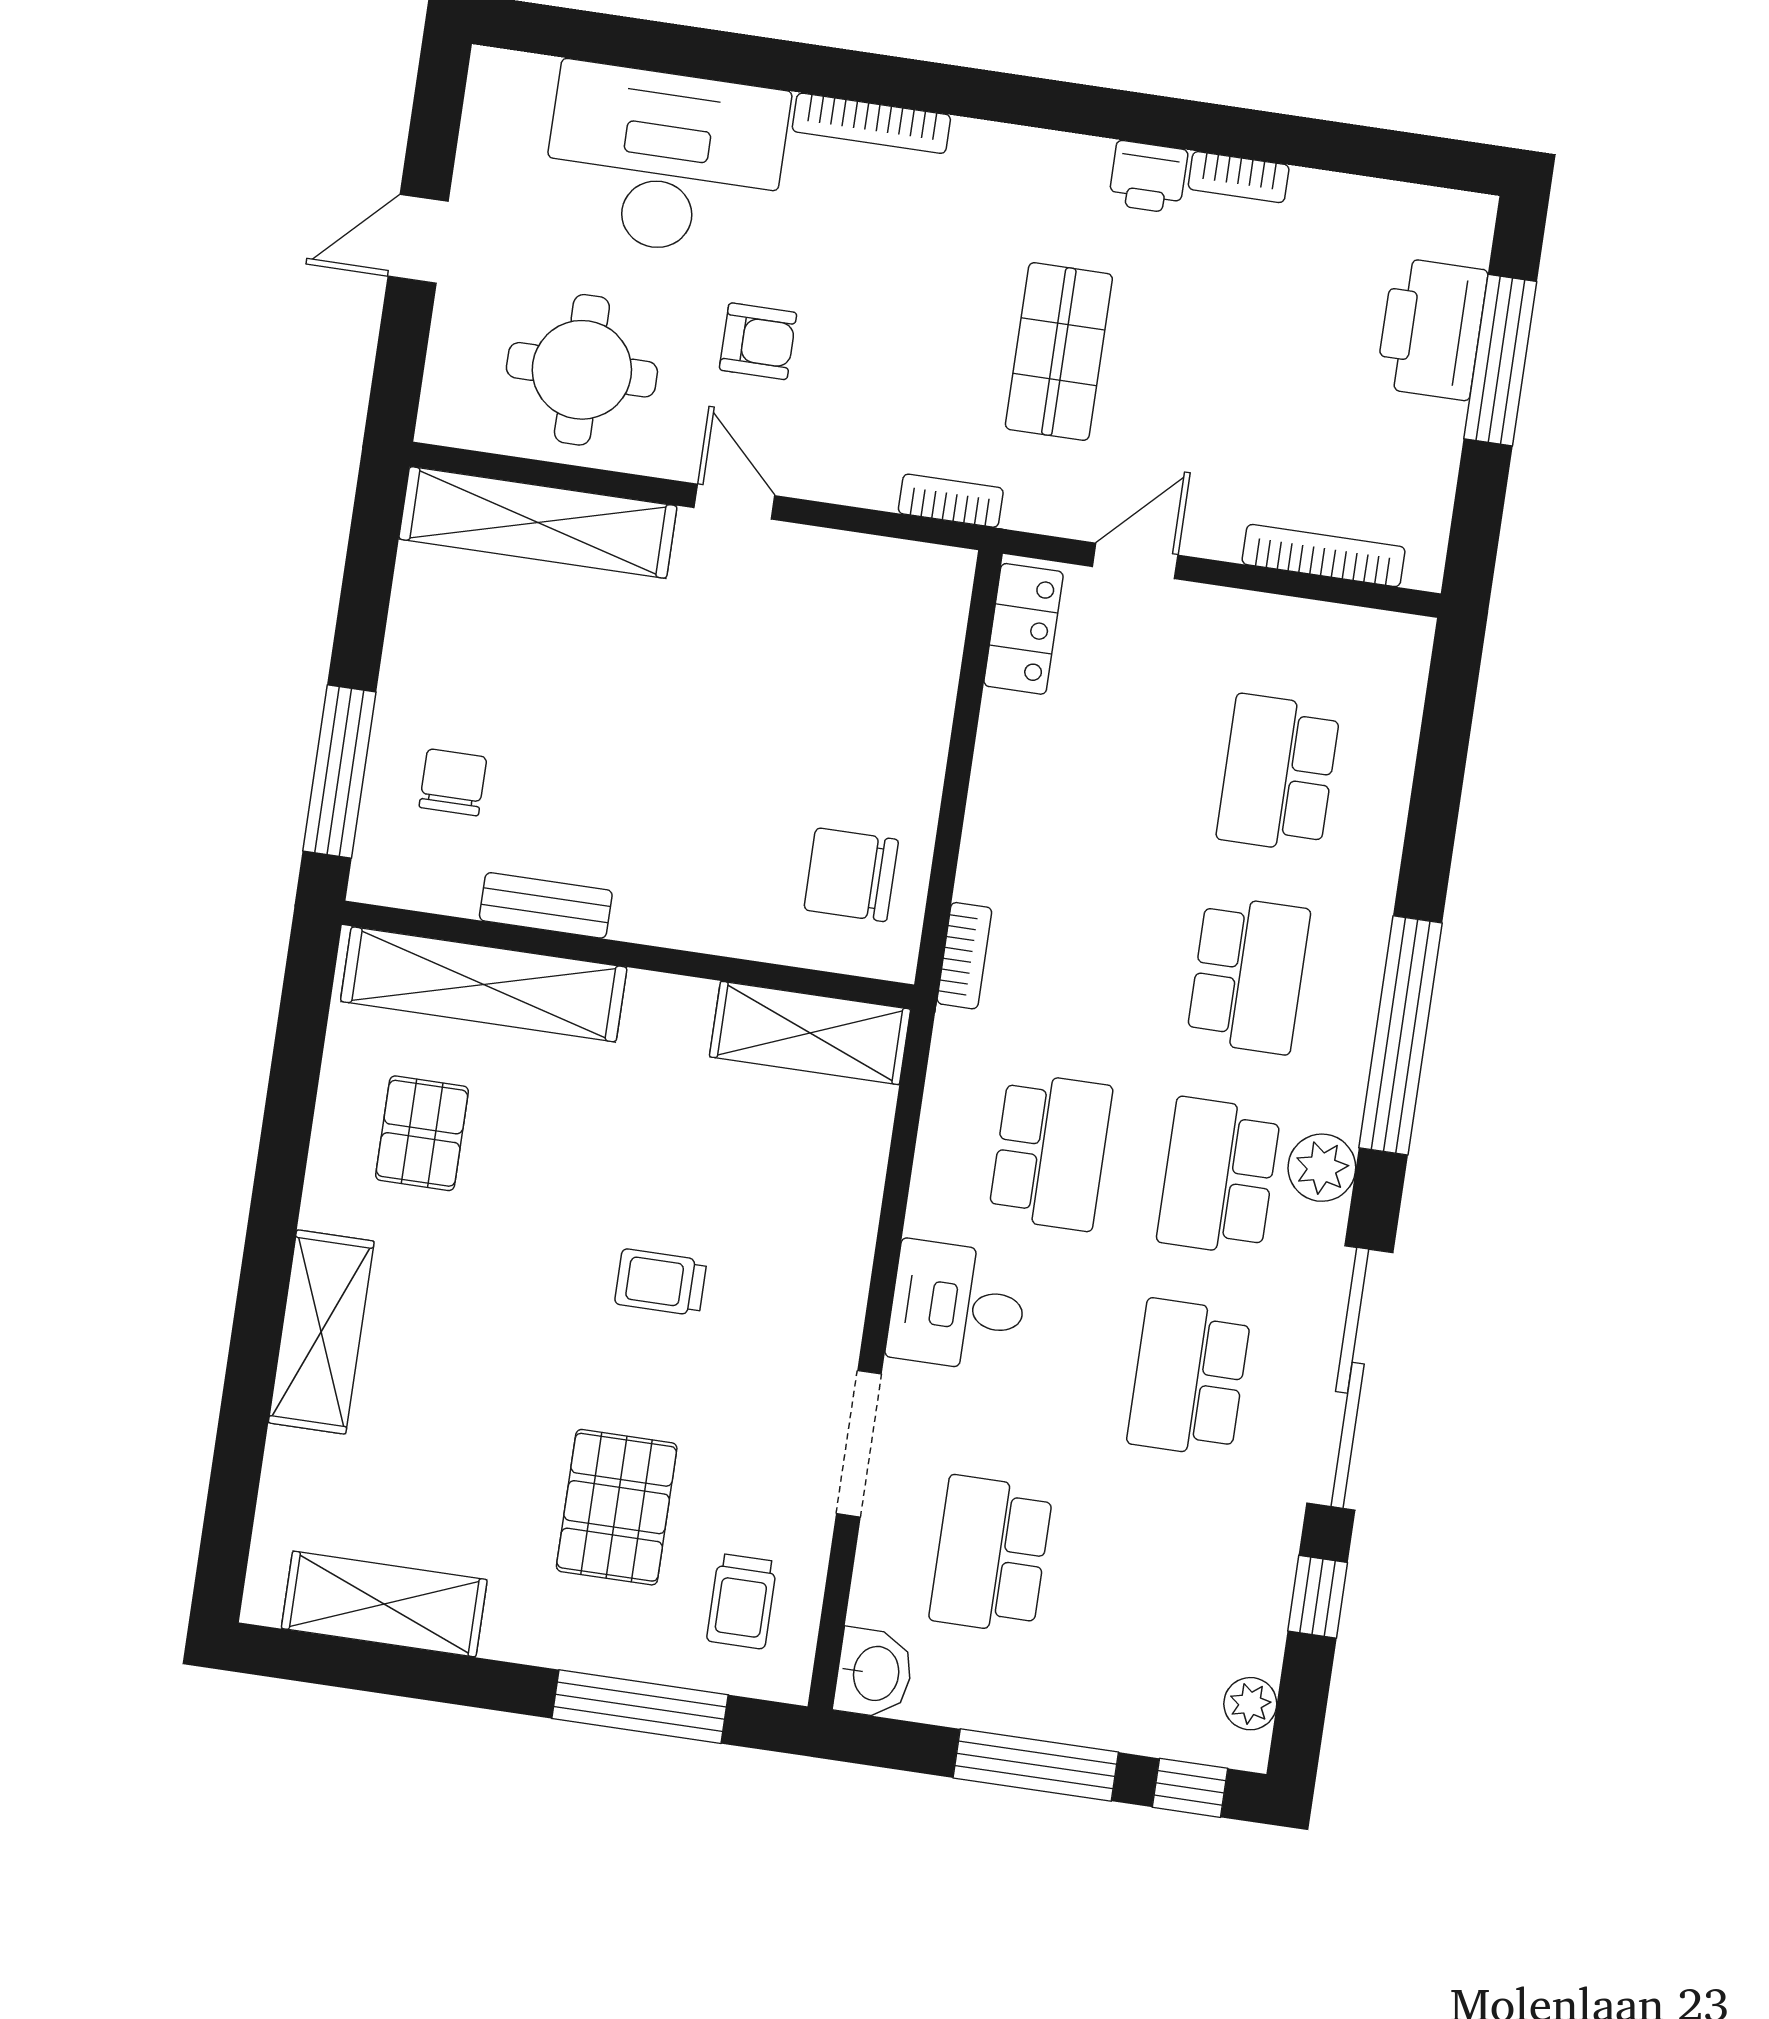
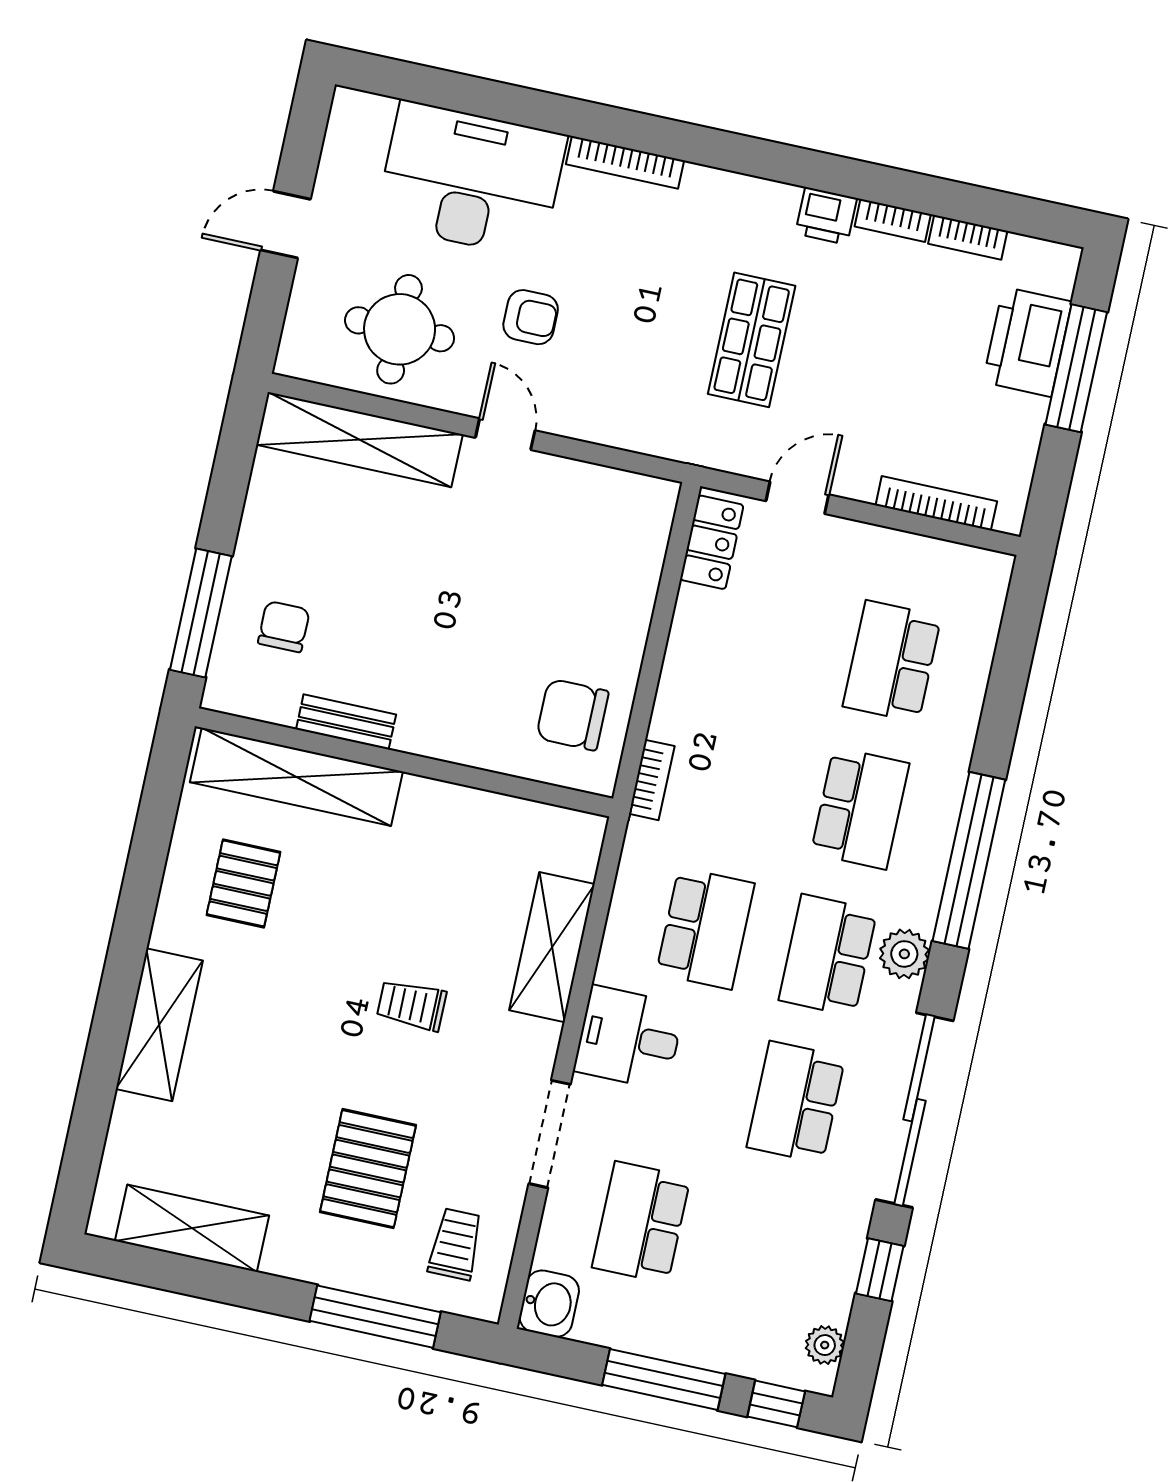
bookcase: (951, 501) -> (968, 237), moved, turned 180
shelving: (810, 1033) -> (552, 947), moved, turned 90
trolley: (742, 1601) -> (455, 1244), turned 180

